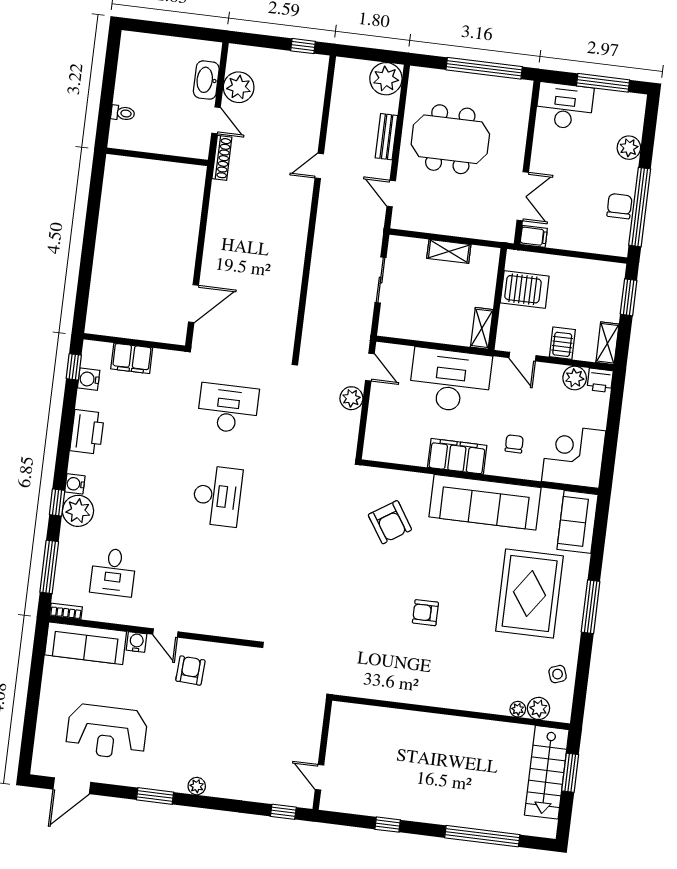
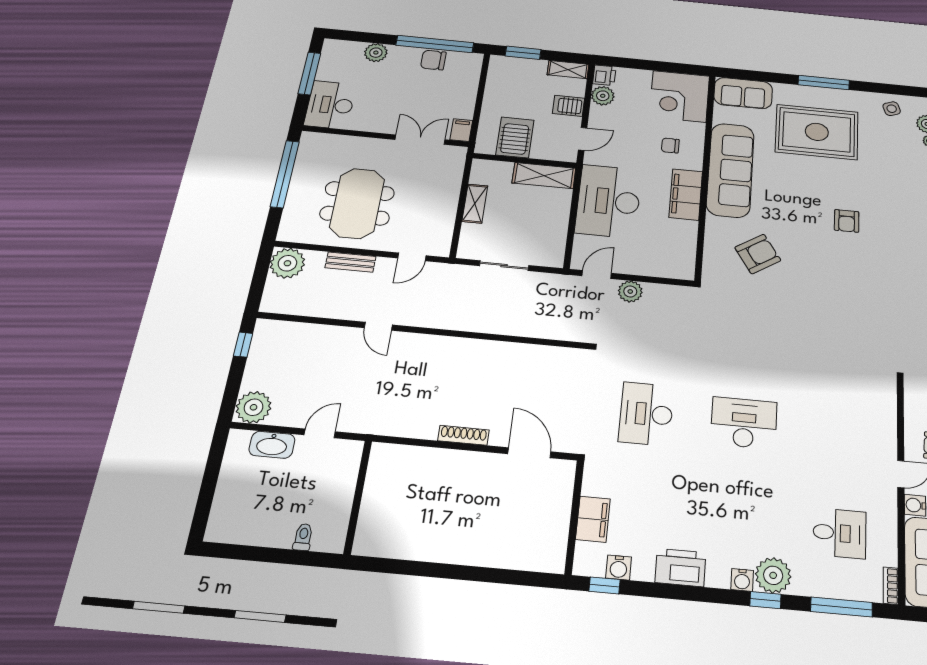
plant: (239, 87) -> (254, 407), moved
shoe rack: (222, 158) -> (464, 435), moved
shelving: (482, 328) -> (544, 176), width x1.50, depth x1.33

